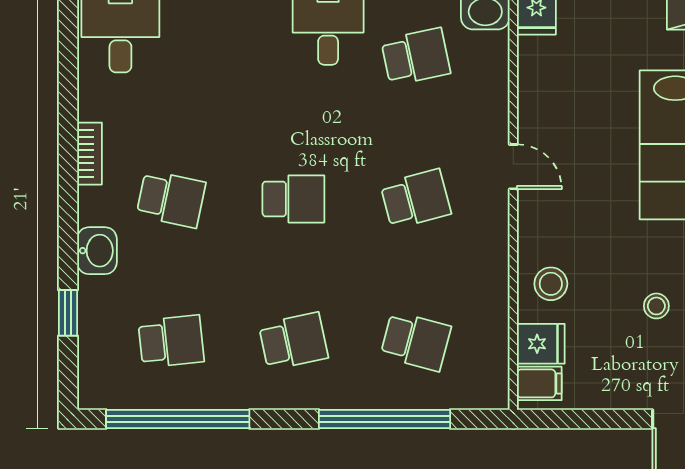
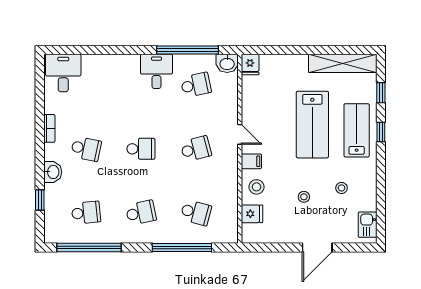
filing cabinet: (539, 383) -> (251, 161), moved

